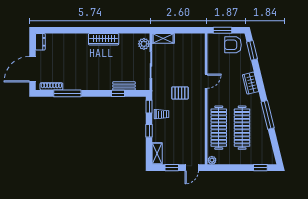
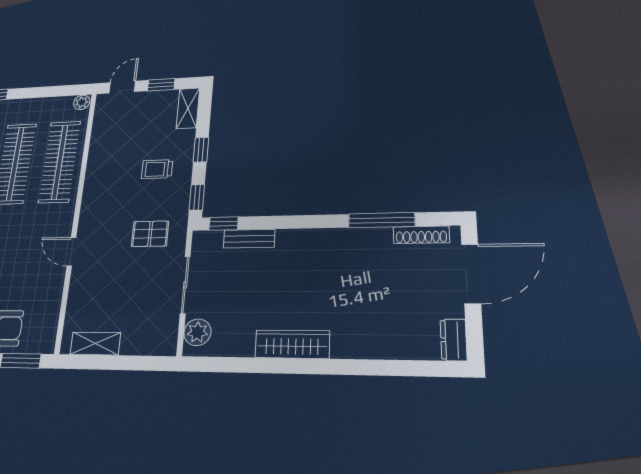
shelving: (163, 38) -> (95, 344), moved
door: (206, 81) -> (71, 252), hinge flipped
window: (118, 93) -> (224, 224), moved
pallet: (180, 93) -> (150, 234), moved
trolley: (162, 114) -> (157, 169), moved

